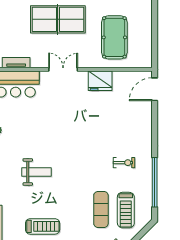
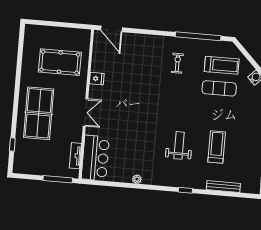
double door: (63, 69) -> (85, 112), swing flipped
fridge: (100, 81) -> (97, 79), width x0.53, depth x0.75
treadmill: (43, 226) -> (217, 147), moved

